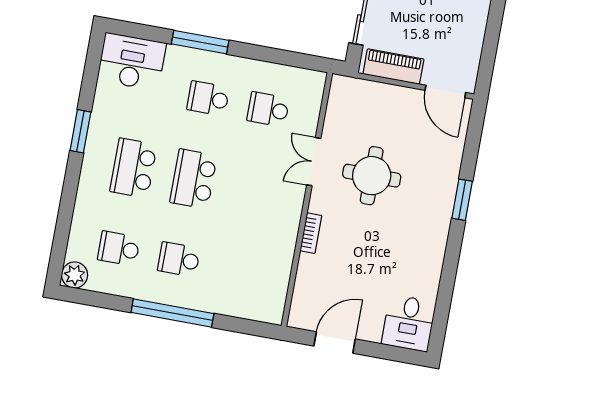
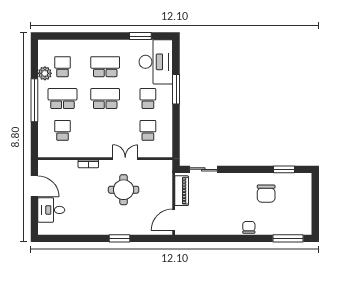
desk: (132, 62) -> (156, 62), width x1.36, depth x1.30
window: (80, 131) -> (140, 36), moved
school desk: (179, 259) -> (63, 99), width x1.85
school desk: (239, 270) -> (63, 130), added
plant: (75, 275) -> (45, 73), moved
desk: (409, 323) -> (51, 210), moved

